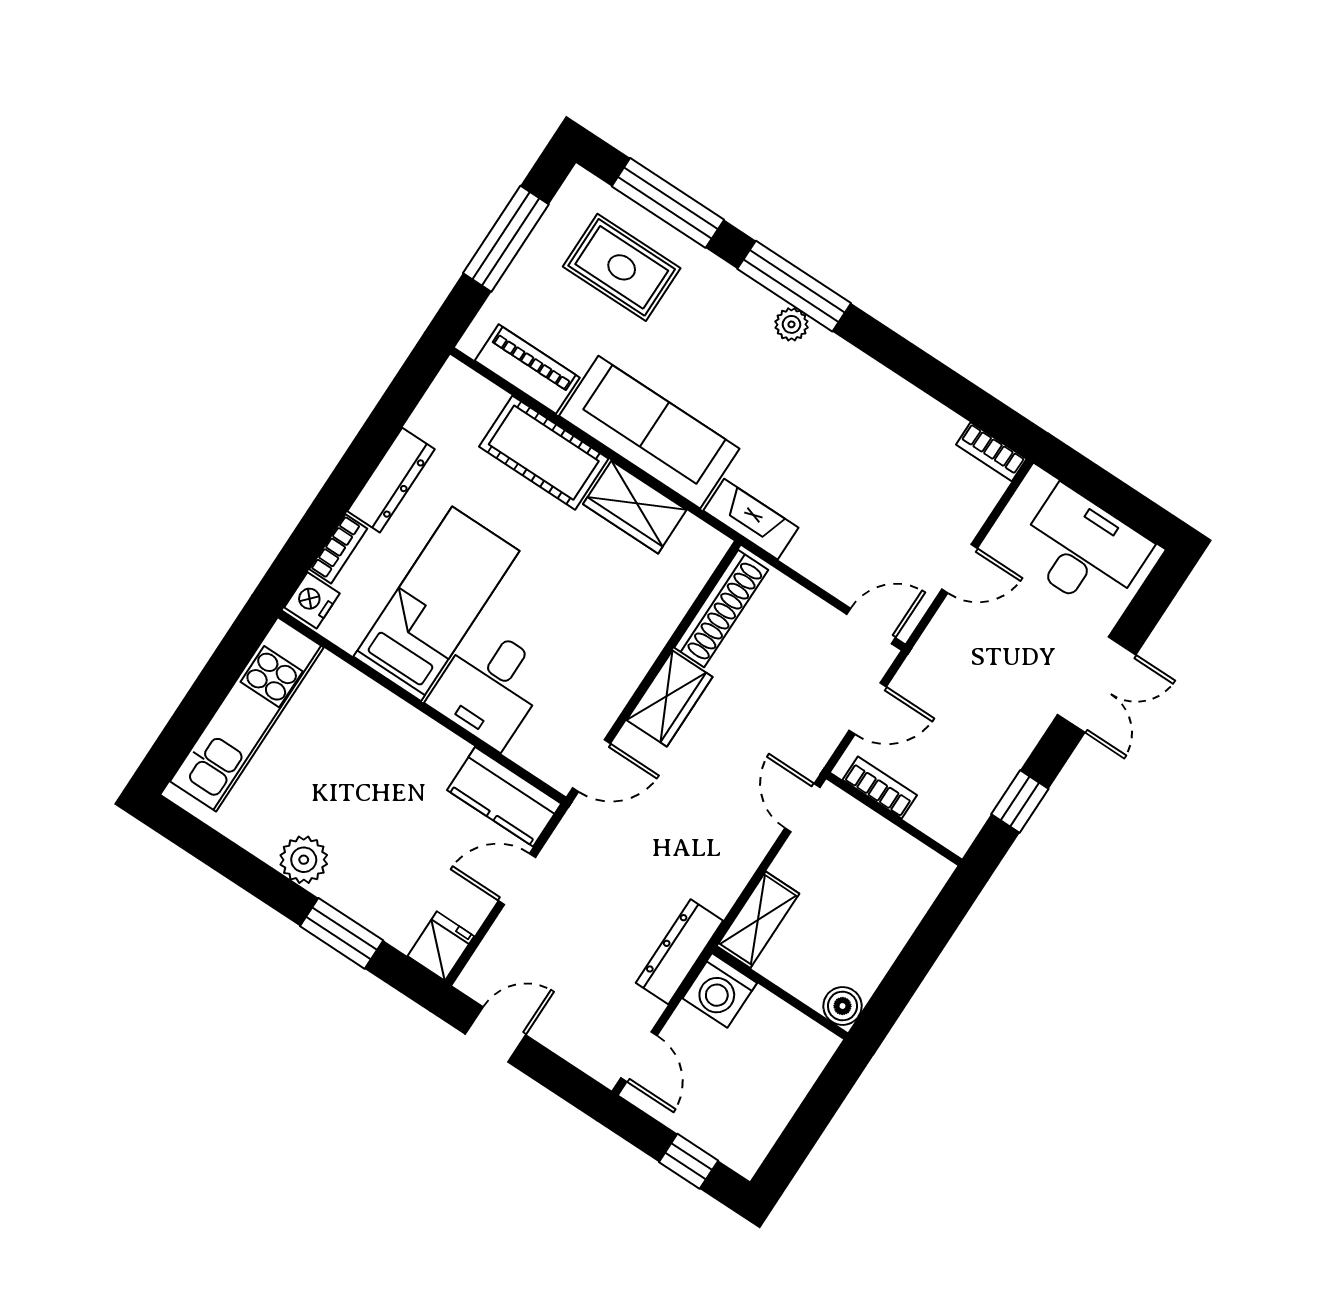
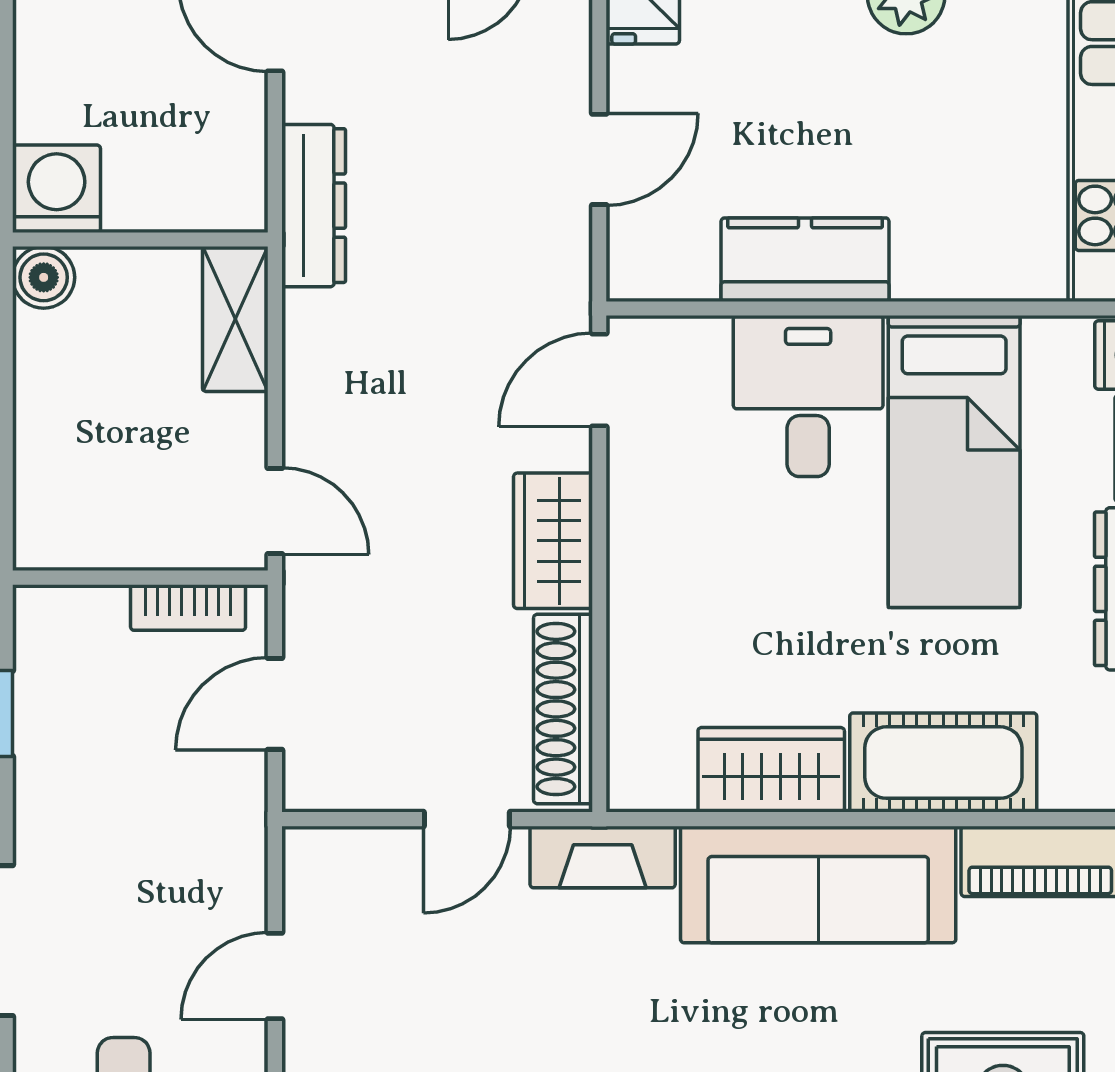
door: (871, 626) -> (467, 819), moved
kitchen counter: (504, 797) -> (805, 260), moved
washing machine: (720, 991) -> (57, 189), moved

